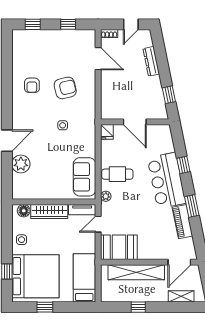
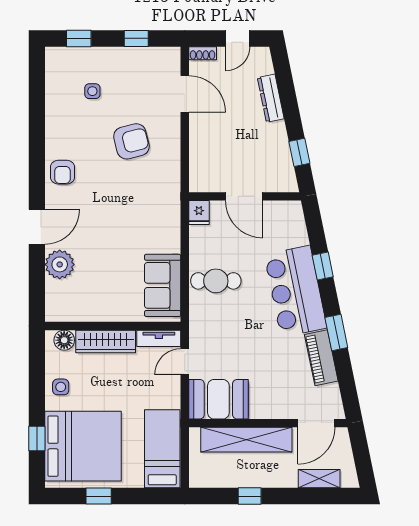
armchair: (32, 85) -> (62, 172), moved
side table: (63, 125) -> (92, 91), moved
plant: (106, 196) -> (197, 317), removed

